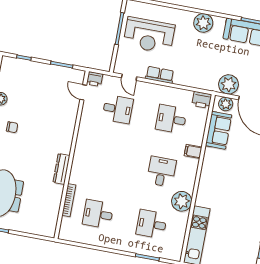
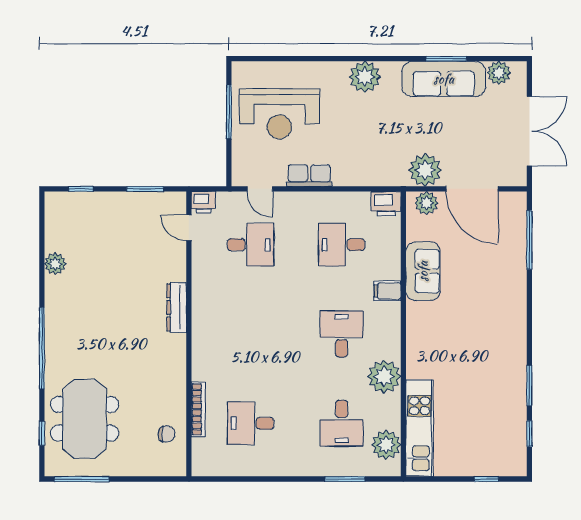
chair: (12, 127) -> (167, 434), moved
sofa: (219, 130) -> (423, 271), moved
dresser: (61, 169) -> (177, 307), moved
desk: (152, 224) -> (342, 423), turned -90
plant: (175, 242) -> (386, 445), added

